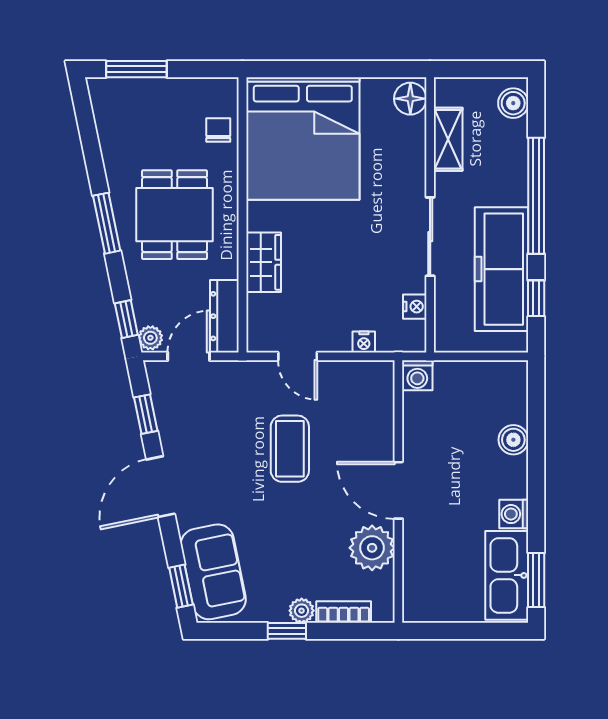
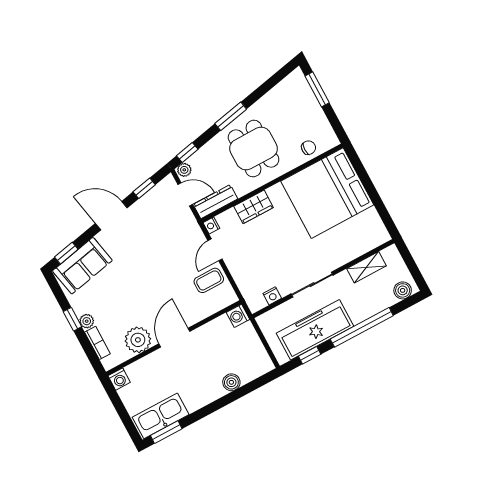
floor lamp: (410, 99) -> (377, 237), removed
dining table: (175, 215) -> (254, 149), turned 90
nightstand: (364, 342) -> (211, 225), moved
coffee table: (290, 449) -> (209, 280), moved, width x0.73, depth x0.77
washing machine: (514, 514) -> (119, 379), moved, turned 180

